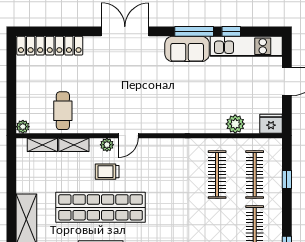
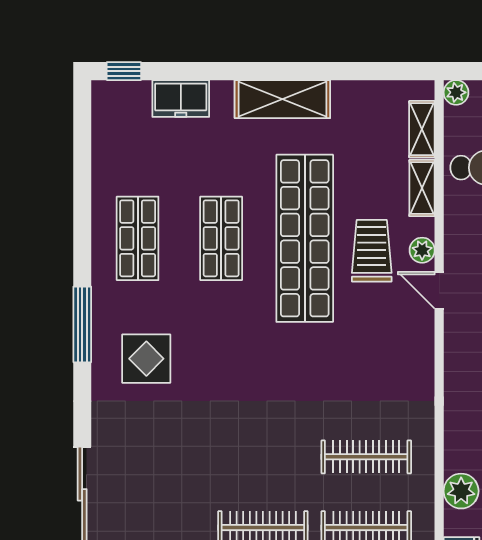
trolley: (107, 172) -> (372, 251), width x1.36, depth x1.39

